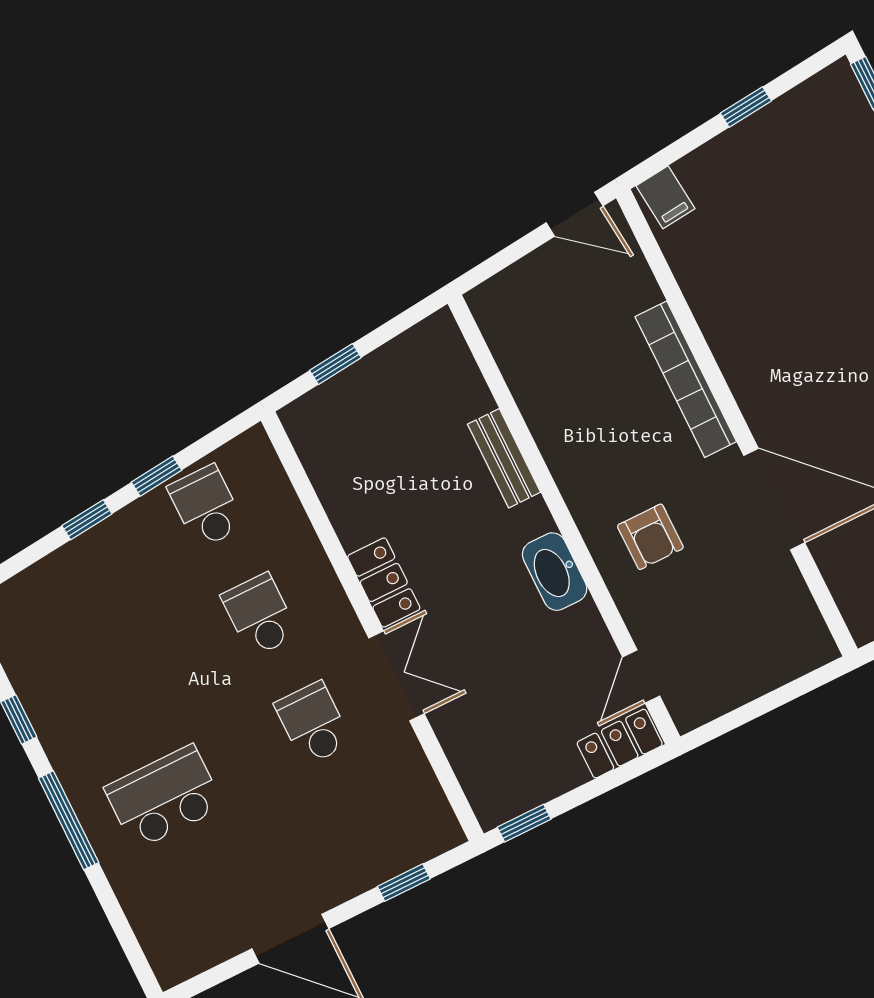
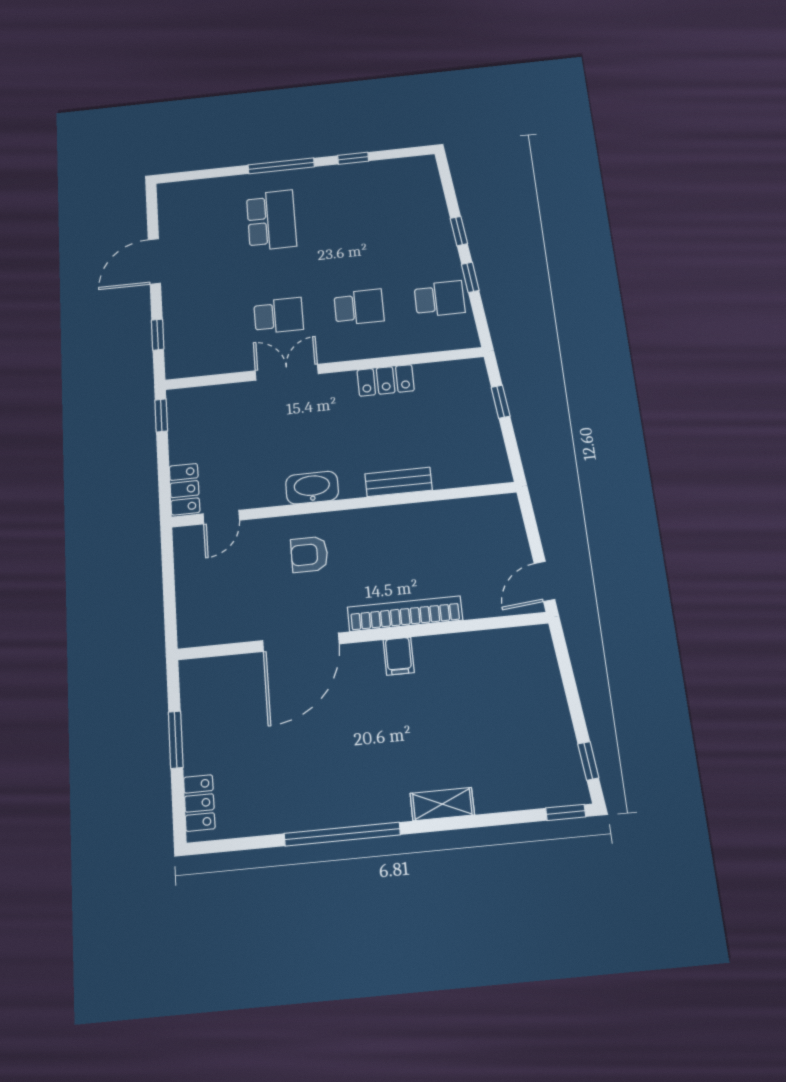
window: (746, 107) -> (588, 761), moved
filing cabinet: (665, 197) -> (399, 656), moved, turned -84
locker: (384, 582) -> (386, 380), moved
double door: (397, 676) -> (287, 372), swing flipped
door: (641, 677) -> (221, 517), swing flipped

